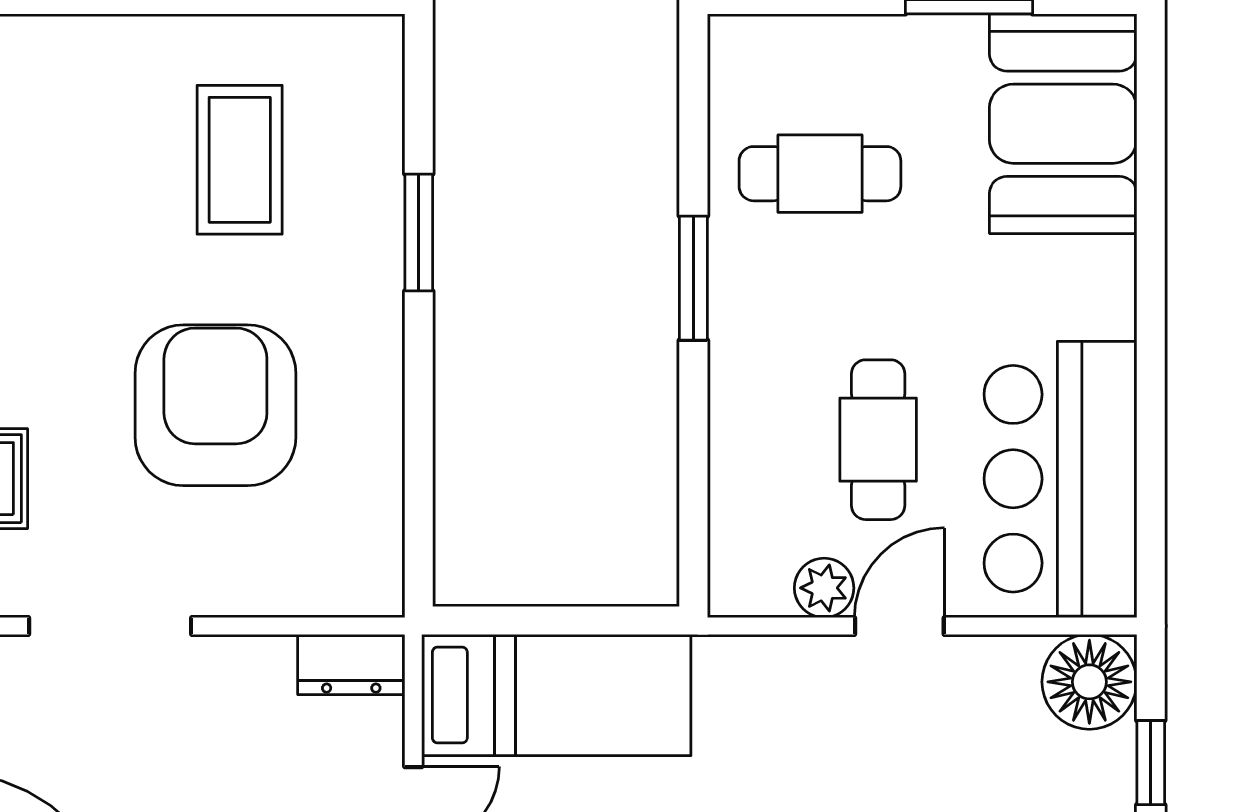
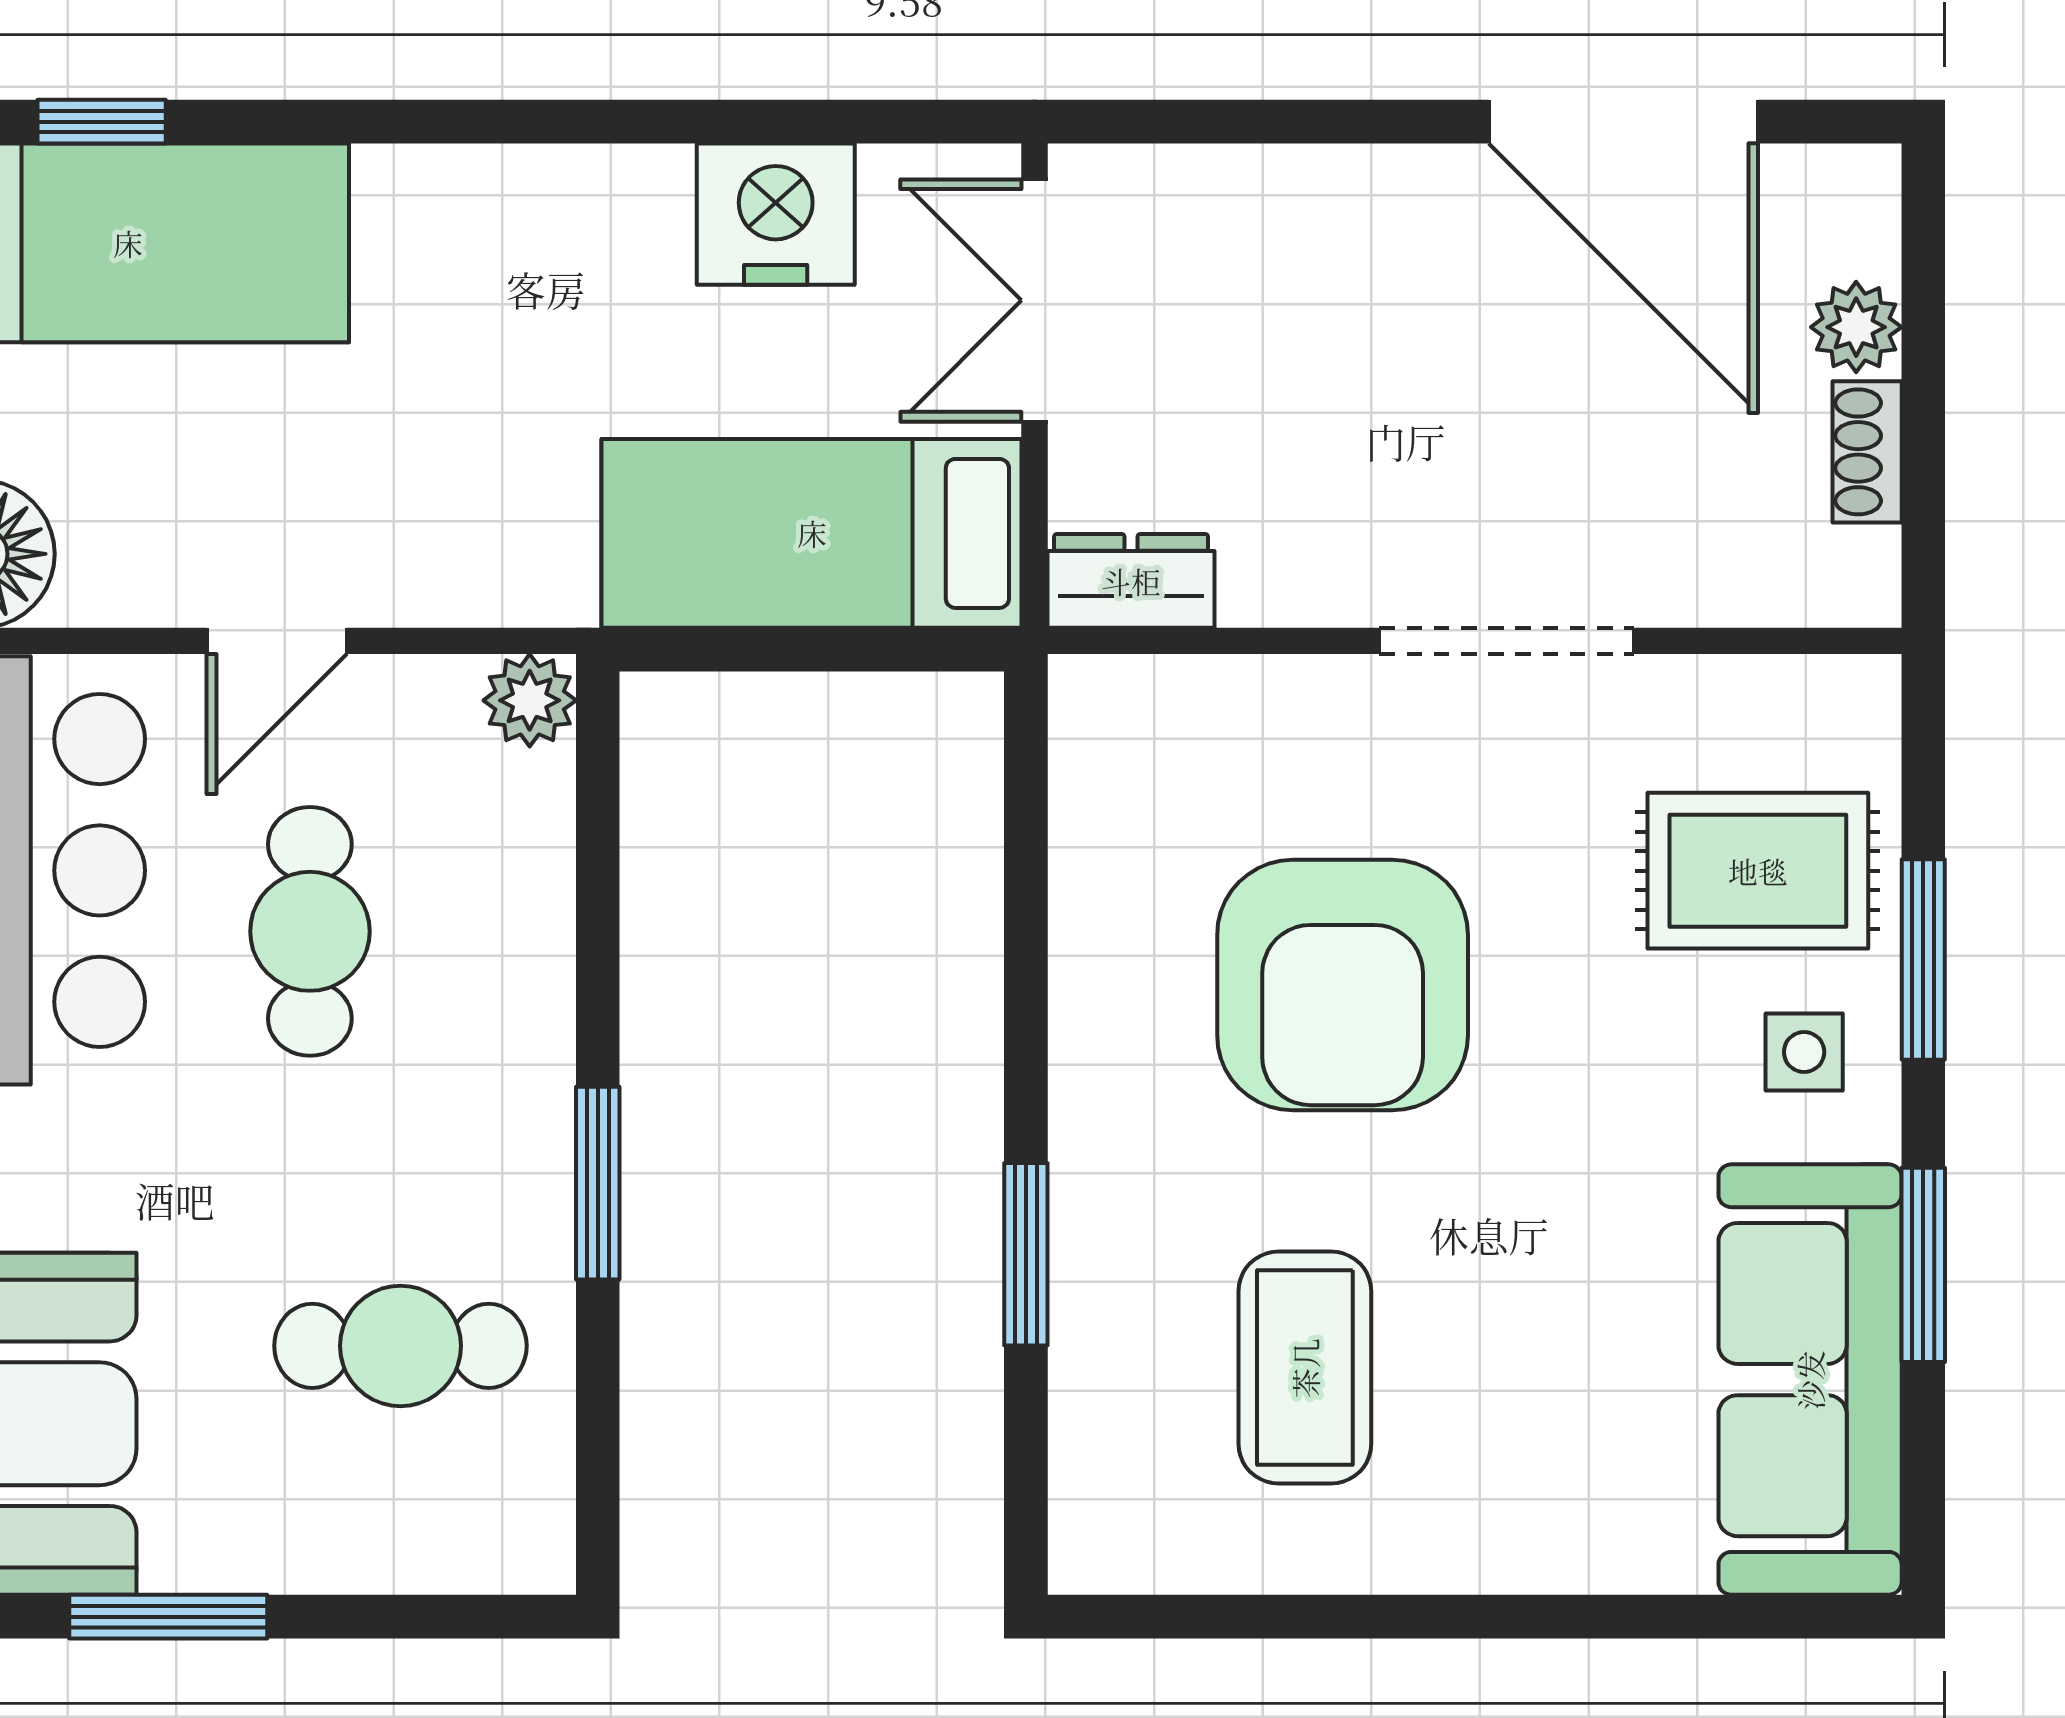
plant: (824, 588) -> (530, 700), moved

